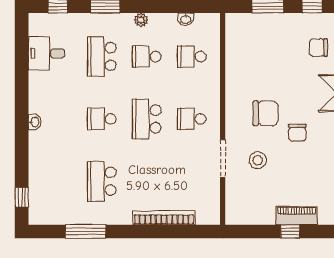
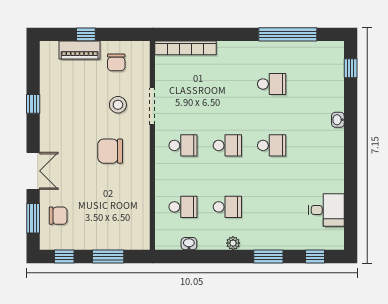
school desk: (102, 57) -> (272, 207), removed
school desk: (147, 119) -> (227, 145), width x0.54
washbasin: (35, 122) -> (338, 120), moved
chair: (297, 133) -> (116, 62), moved, turned 180
school desk: (102, 181) -> (272, 84), width x0.54
bookcase: (164, 218) -> (186, 48), moved
window: (86, 232) -> (288, 34), width x1.46

